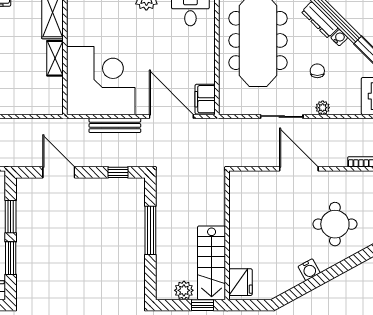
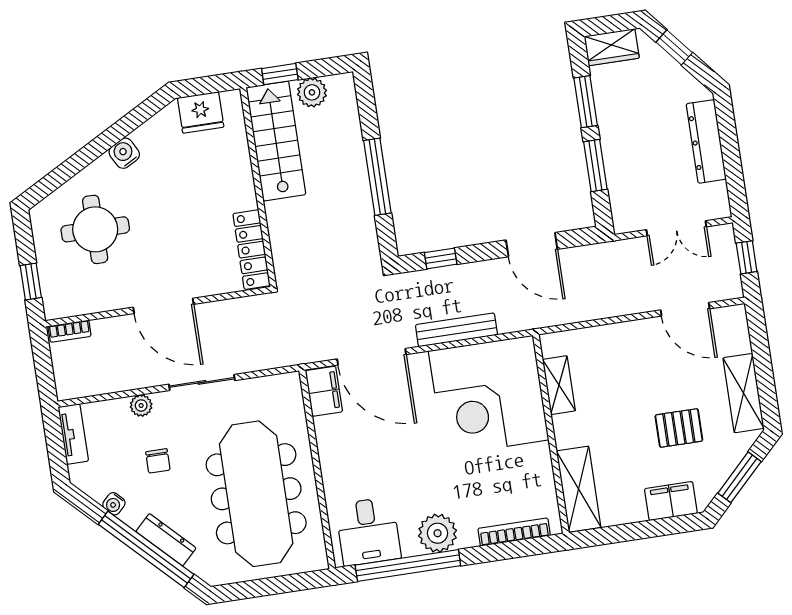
water cooler: (339, 38) -> (114, 504), moved
shelving: (55, 58) -> (559, 385), moved
locker: (237, 196) -> (252, 250), added
fridge: (241, 282) -> (201, 112), moved, turned -90

